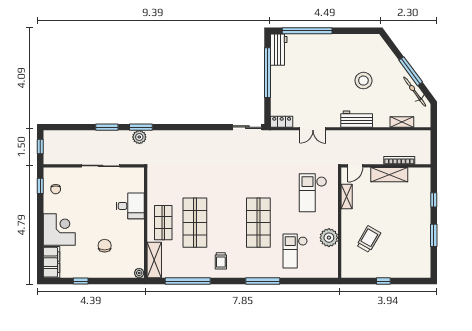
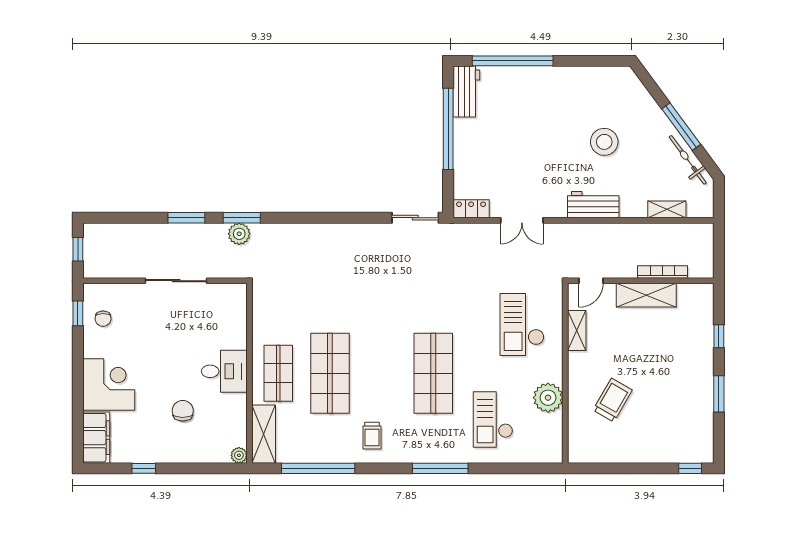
desk: (130, 206) -> (224, 371), moved
window: (383, 281) -> (690, 468), moved

